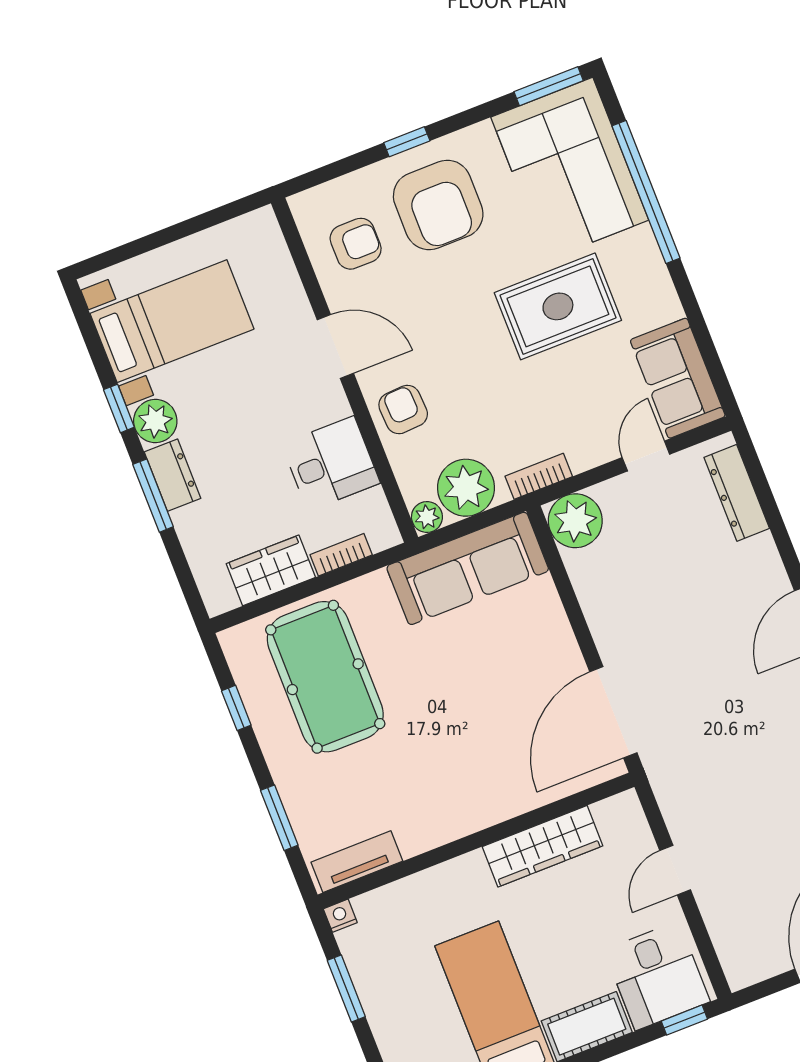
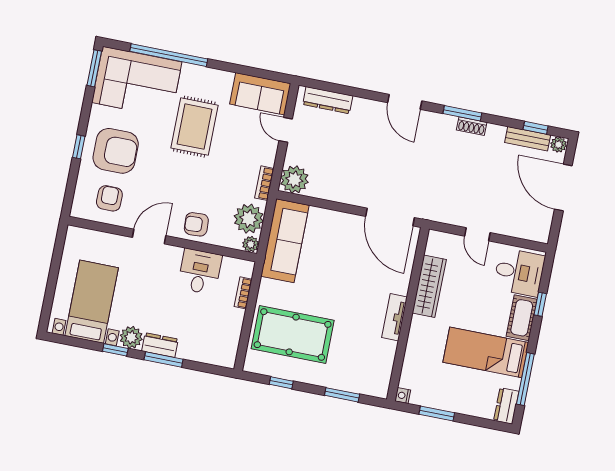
wardrobe: (271, 570) -> (230, 329), removed
tv unit: (357, 862) -> (394, 317), moved
window: (684, 1020) -> (540, 304), moved

